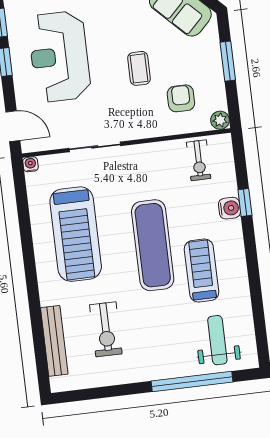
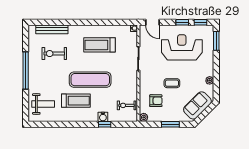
door: (13, 126) -> (152, 22), hinge flipped
treadmill: (76, 234) -> (100, 45), width x0.73, depth x0.73
window: (192, 382) -> (26, 71), moved

